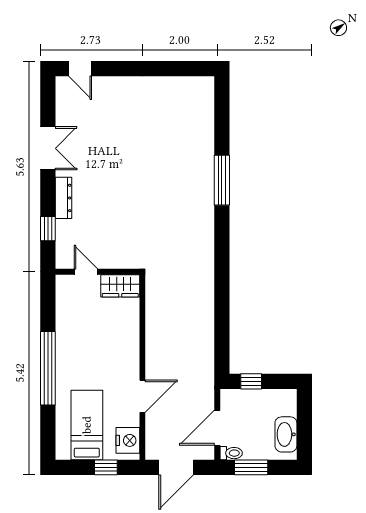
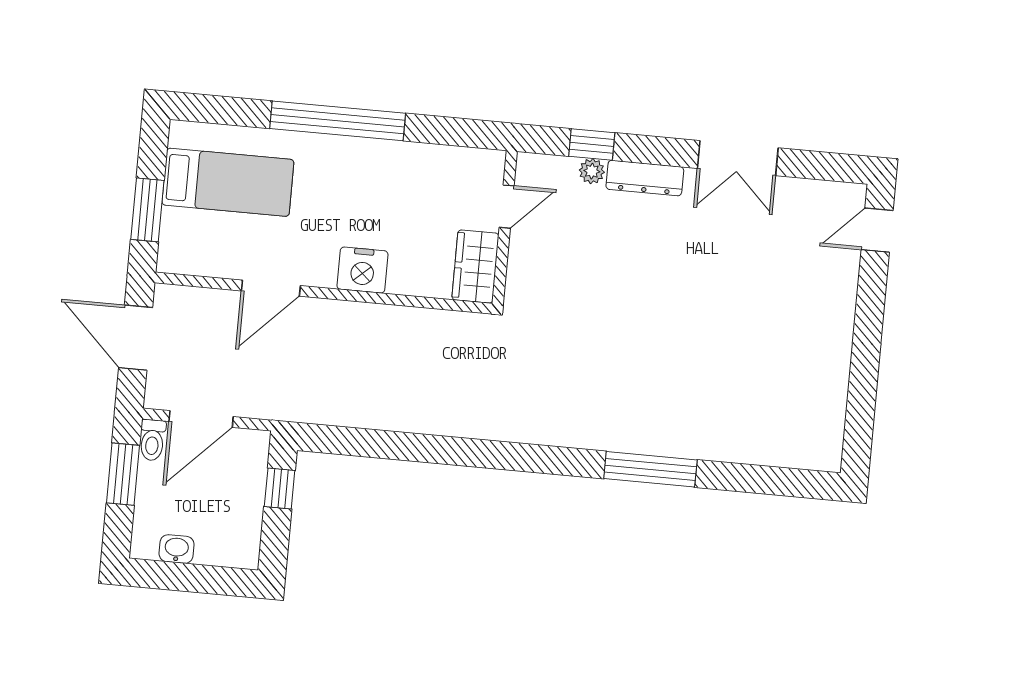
plant: (62, 227) -> (592, 171), added
door: (142, 396) -> (271, 288), hinge flipped
door: (217, 428) -> (201, 419), swing flipped
washbasin: (286, 434) -> (177, 549), width x0.52, depth x0.69
nightstand: (128, 440) -> (362, 270), moved
window: (106, 467) -> (147, 210), width x1.50

